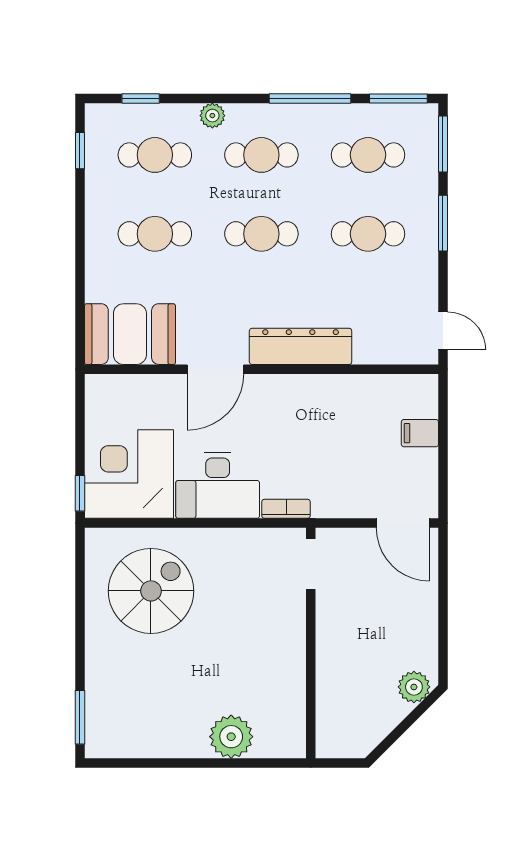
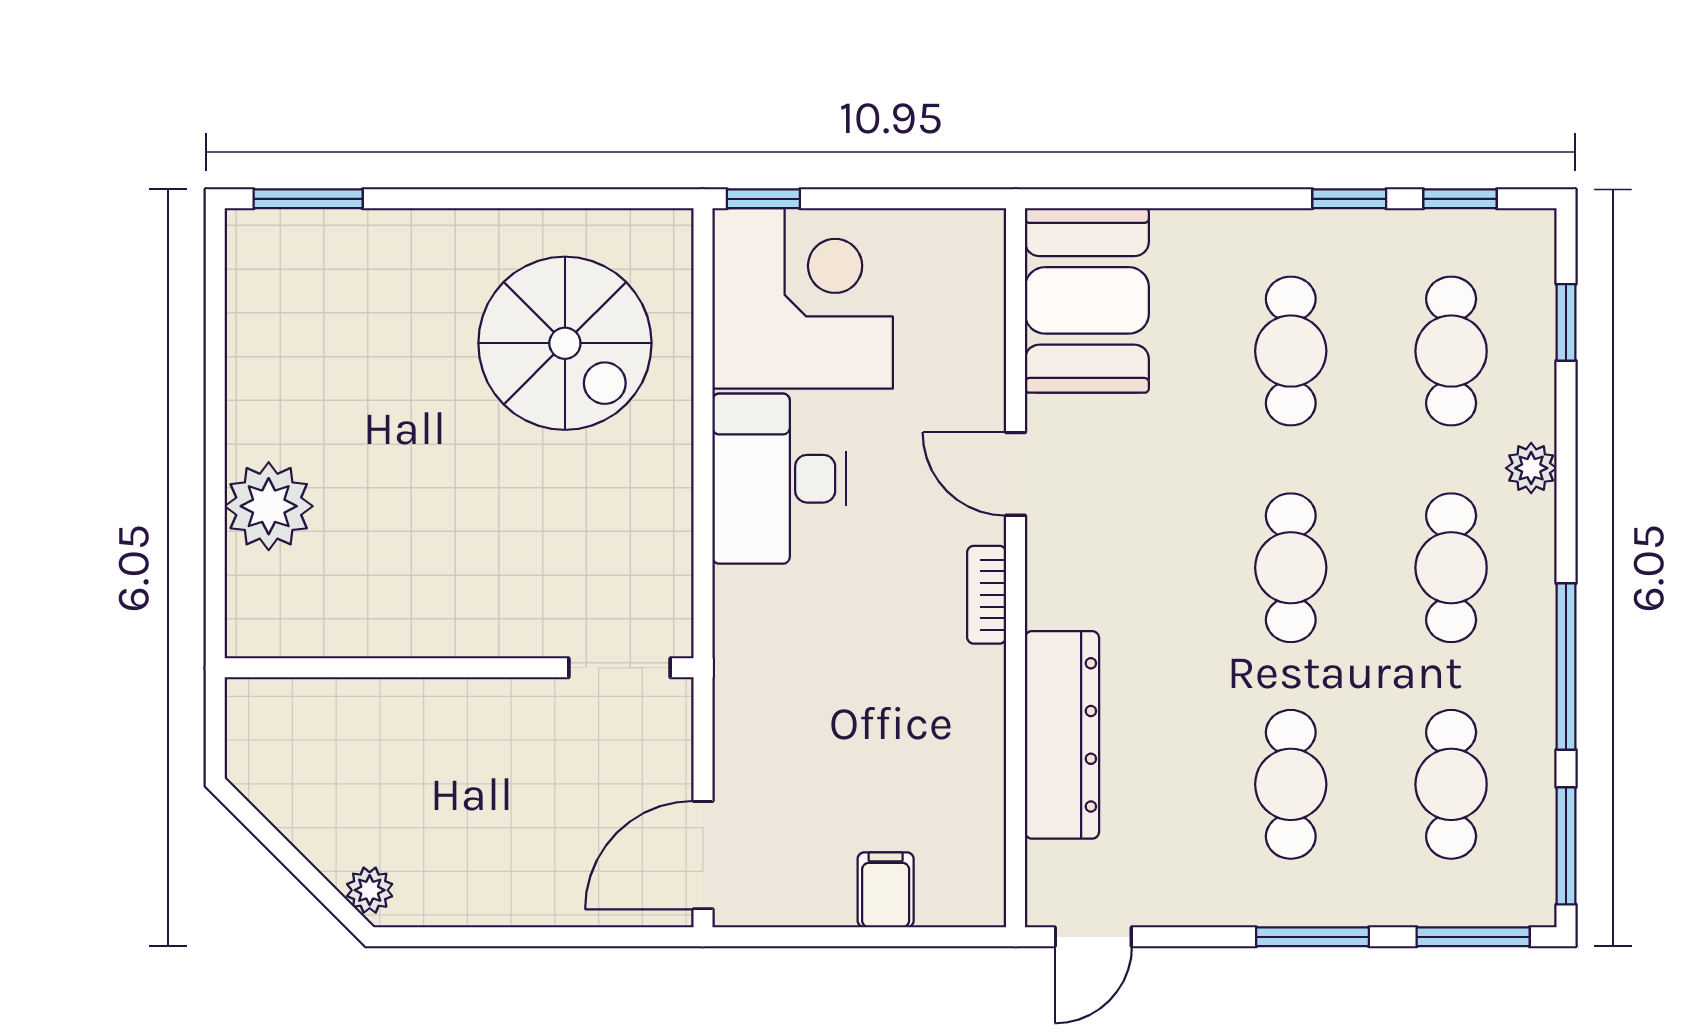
window: (80, 205) -> (1349, 199), added
dresser: (301, 346) -> (1062, 735), moved
door: (215, 369) -> (1016, 474), width x0.73
bookcase: (286, 509) -> (987, 595), moved, turned 180
plant: (414, 687) -> (370, 890), width x0.73, depth x0.73

